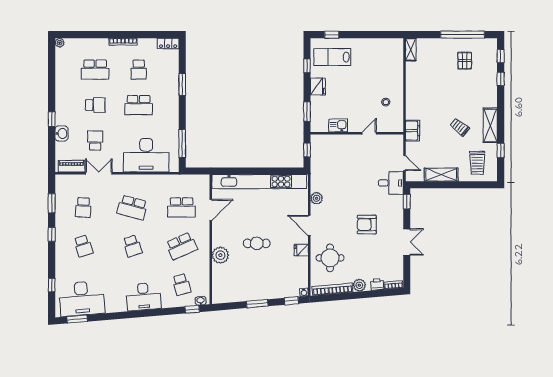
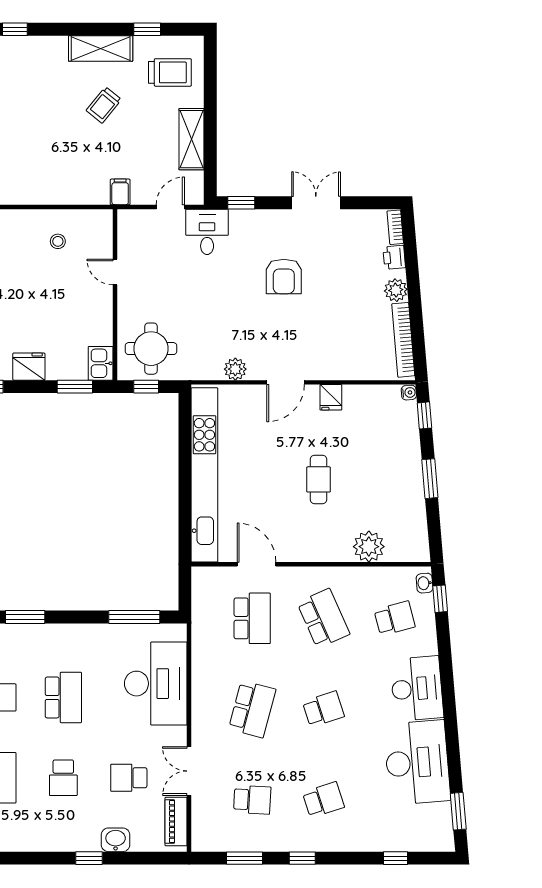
school desk: (95, 105) -> (63, 778), turned 180
kitchen sink: (338, 125) -> (101, 363), moved
filing cabinet: (413, 131) -> (120, 192), width x0.50
plant: (220, 255) -> (369, 547), moved
round table: (330, 258) -> (151, 349), moved
desk: (82, 299) -> (417, 762), moved

